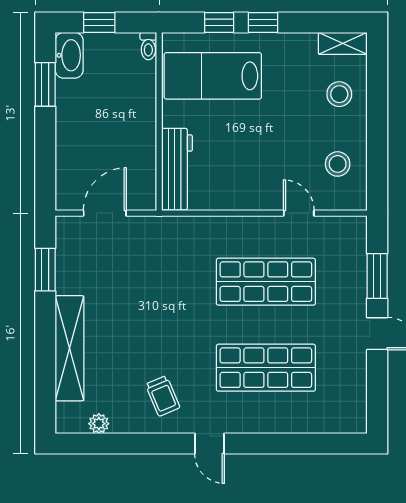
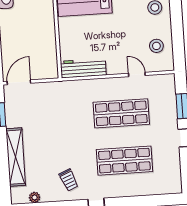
workbench: (177, 169) -> (83, 68), moved, turned -90
door: (105, 213) -> (19, 82), moved

